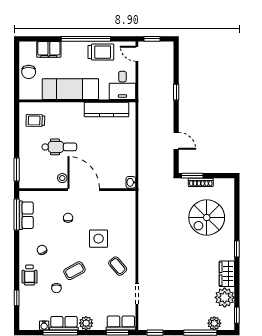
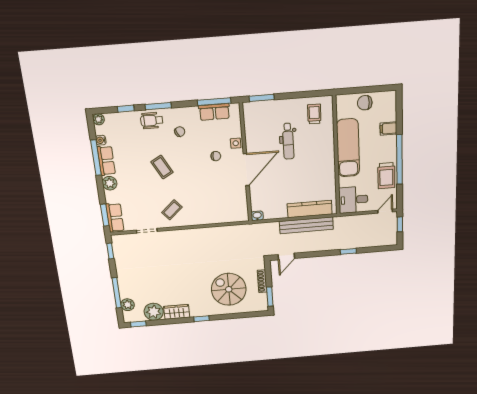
filing cabinet: (49, 49) -> (388, 128), width x0.50
kitchen counter: (107, 110) -> (310, 209), moved, turned 90
bench: (145, 134) -> (306, 225), added
door: (176, 141) -> (286, 256), moved
window: (192, 176) -> (270, 297), moved
stool: (62, 178) -> (256, 147), removed
side table: (99, 239) -> (236, 143), moved, width x0.54, depth x0.54
window: (17, 267) -> (158, 106), added
chair: (56, 288) -> (142, 150), removed
plant: (24, 325) -> (98, 119), added

